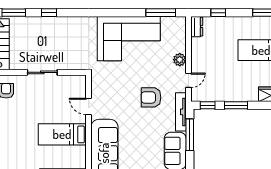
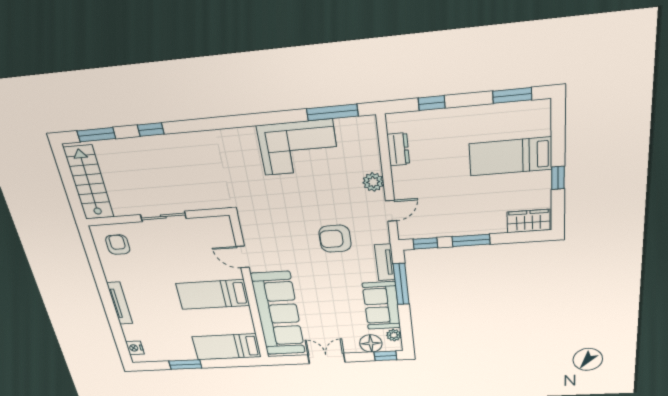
dresser: (197, 27) -> (398, 149), moved
corner sofa: (129, 39) -> (298, 147), width x0.73, depth x0.74
tv unit: (181, 112) -> (385, 262), width x0.71

